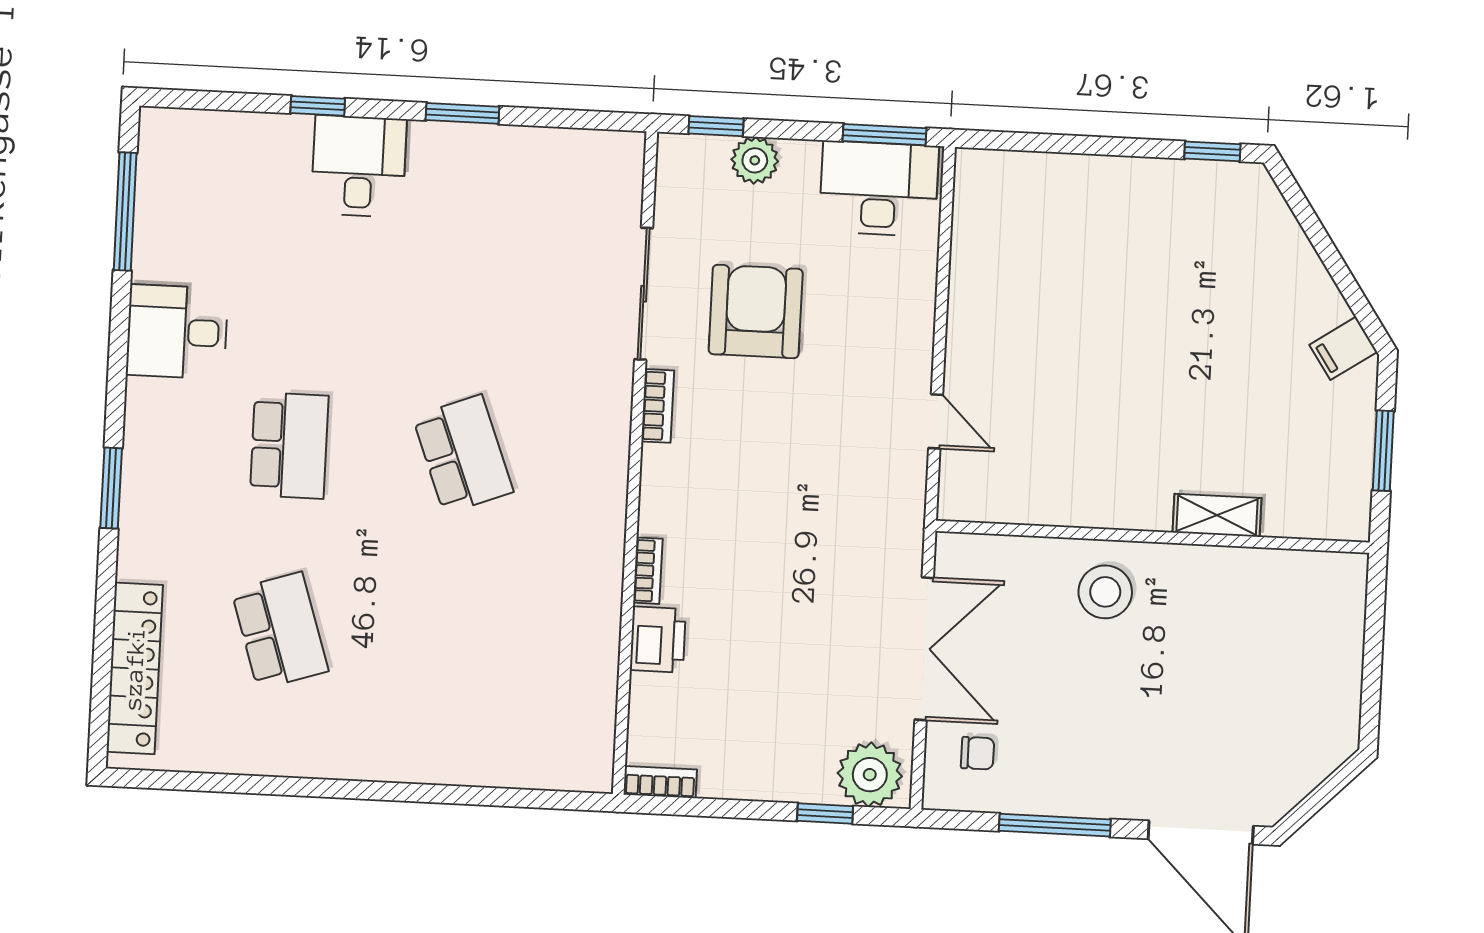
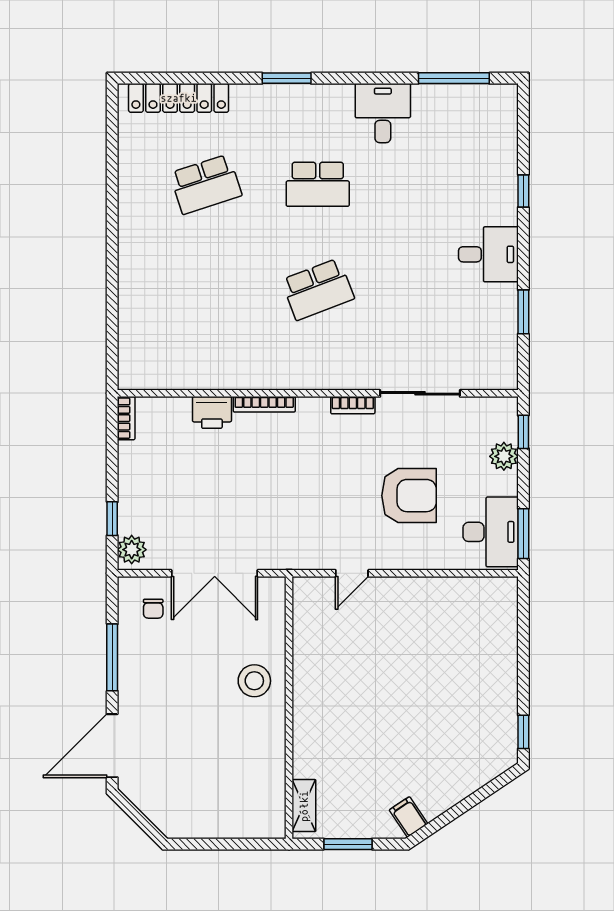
window: (462, 113) -> (523, 312), moved
desk: (359, 166) -> (488, 254), moved
armchair: (756, 311) -> (409, 496), moved
shelving: (1217, 515) -> (304, 806), moved
bookcase: (648, 571) -> (264, 404), width x1.56
plant: (870, 775) -> (132, 550), width x0.73, depth x0.73

